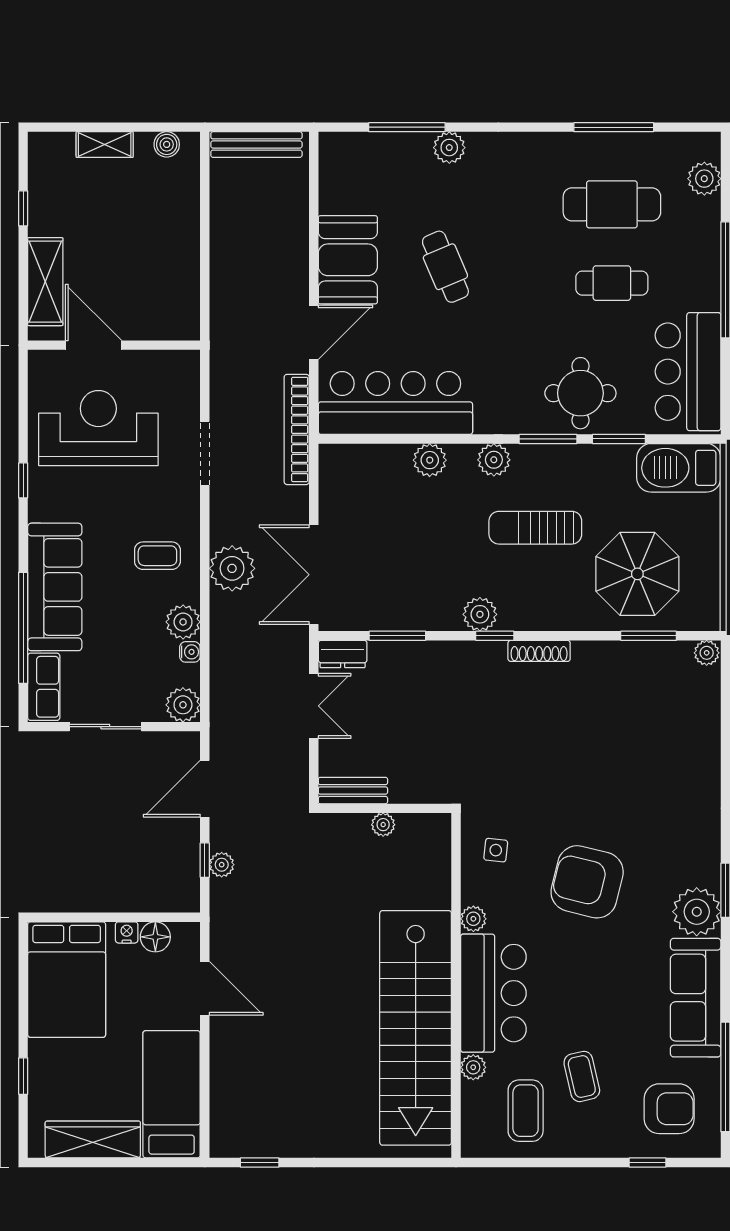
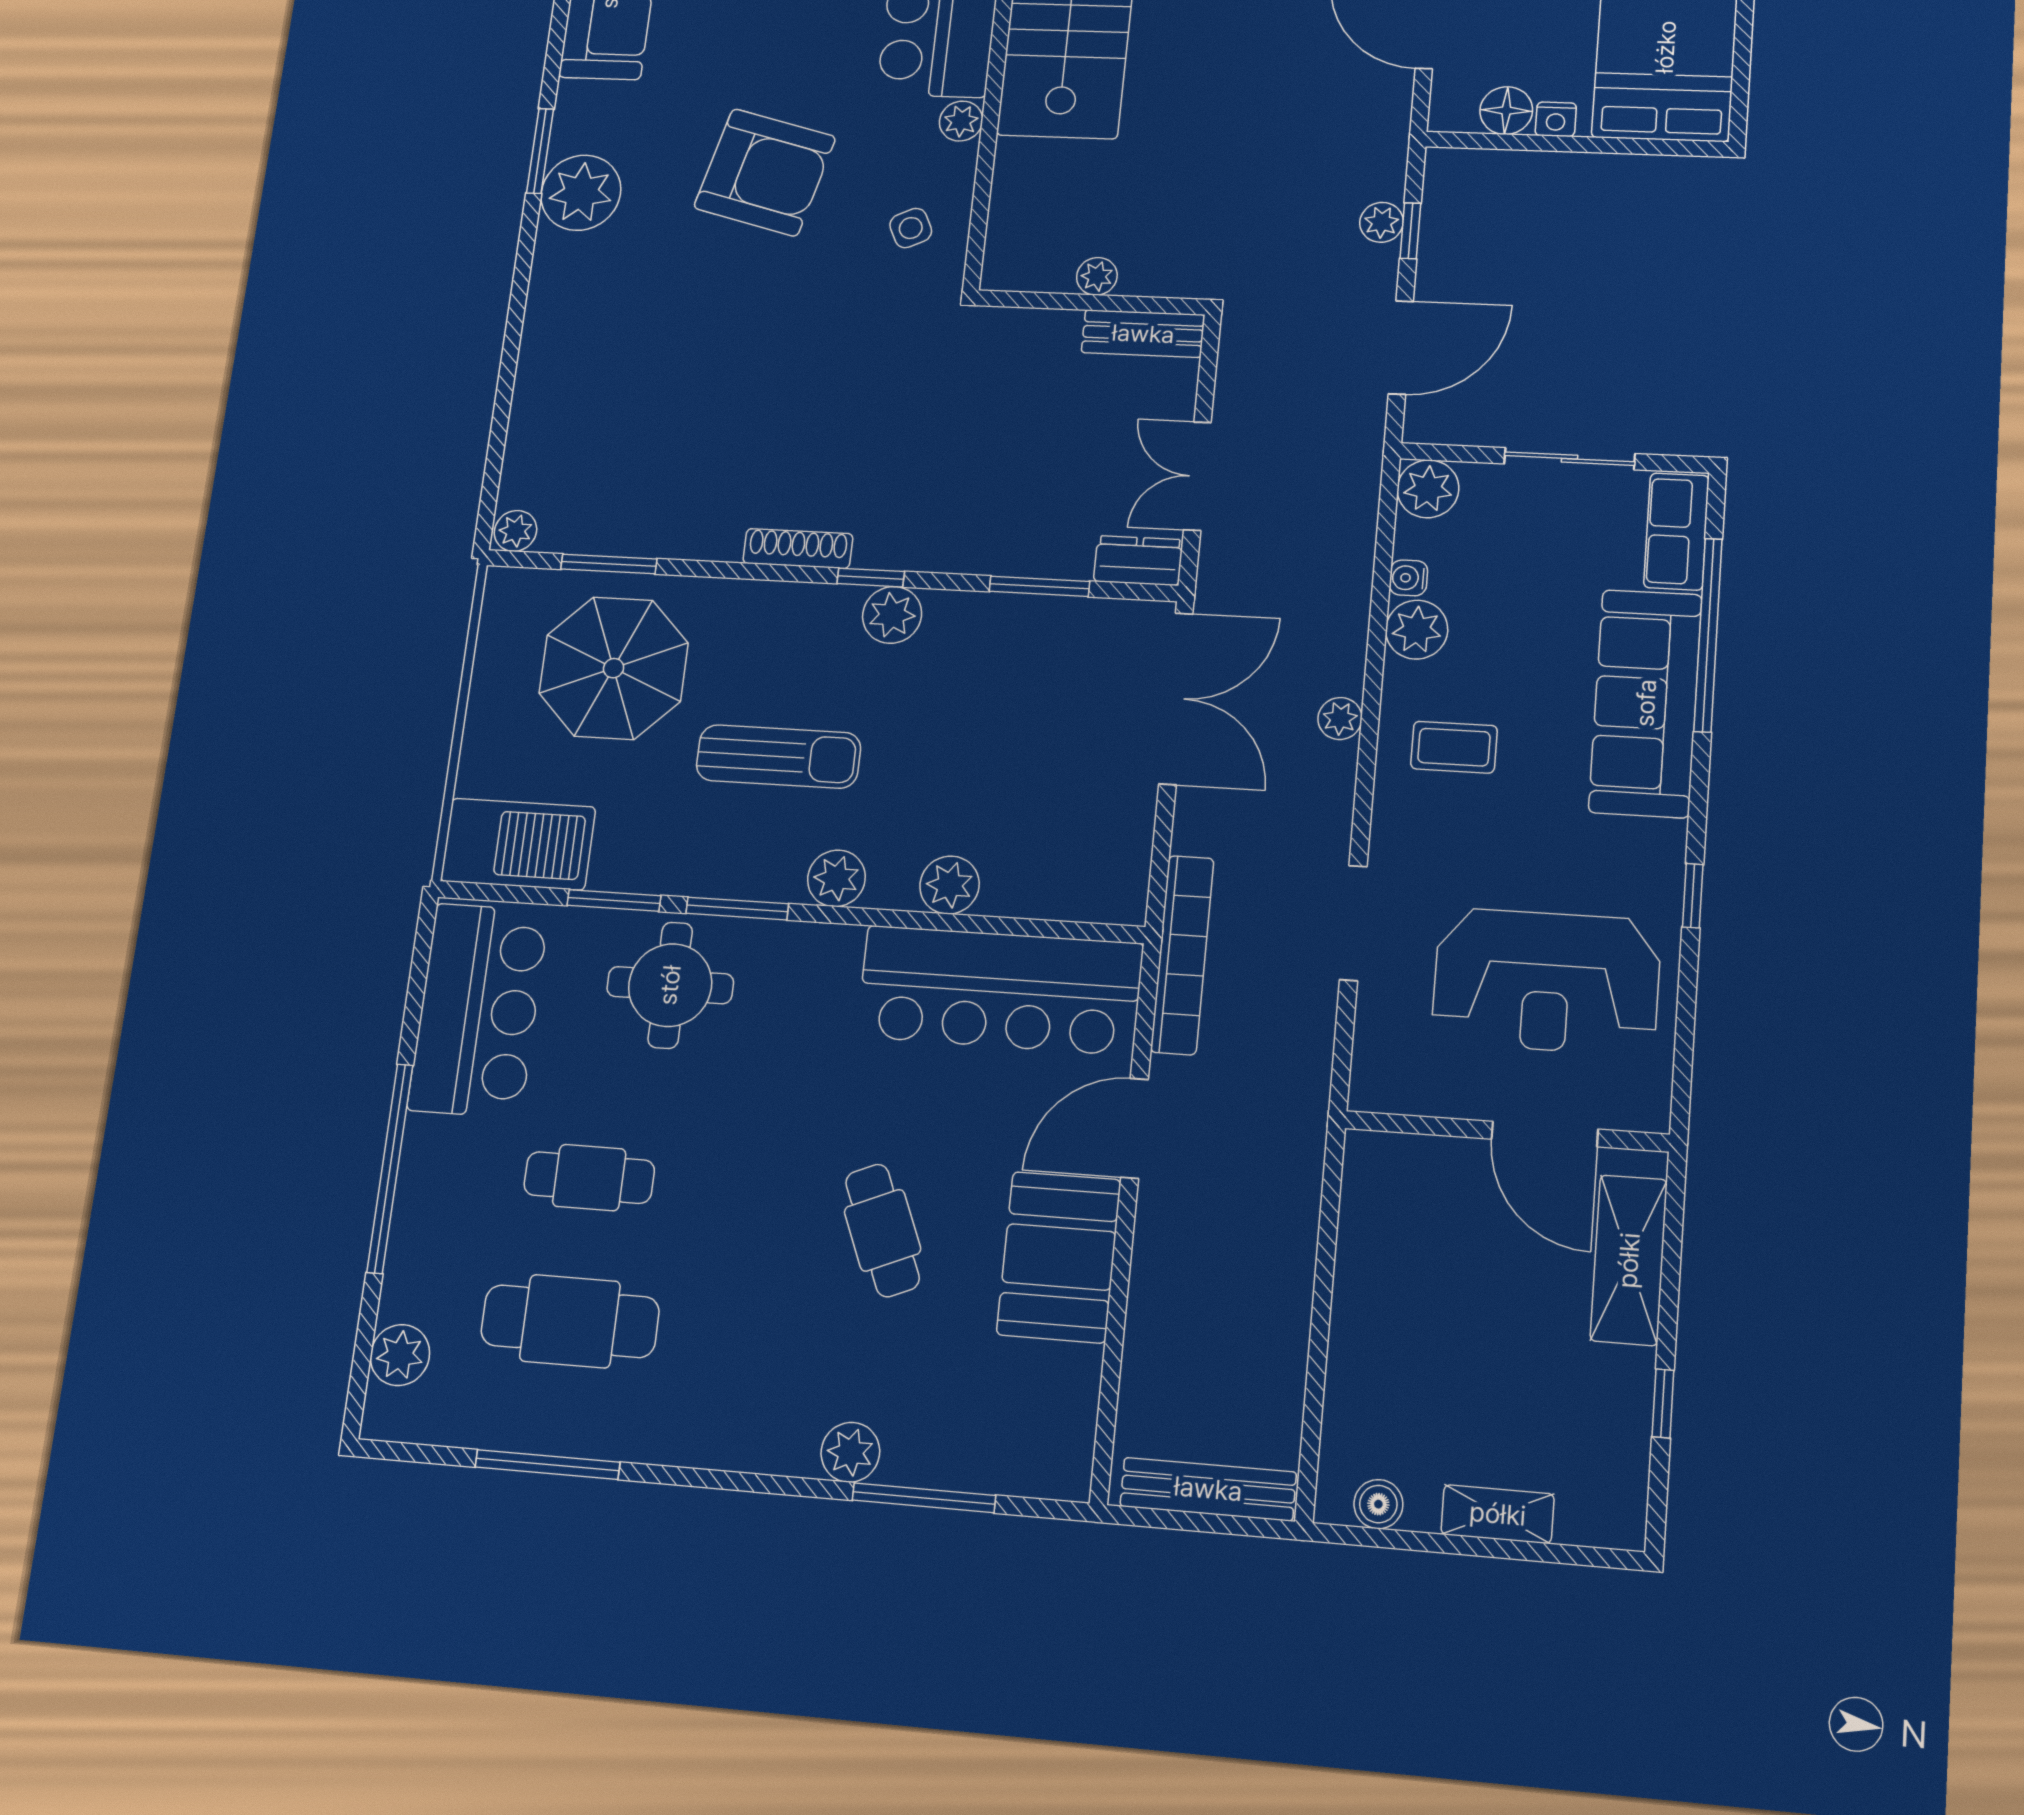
plant: (232, 568) -> (1340, 718), width x0.53, depth x0.53
side table: (496, 850) -> (911, 228), turned -32
plant: (697, 912) -> (581, 193), moved

